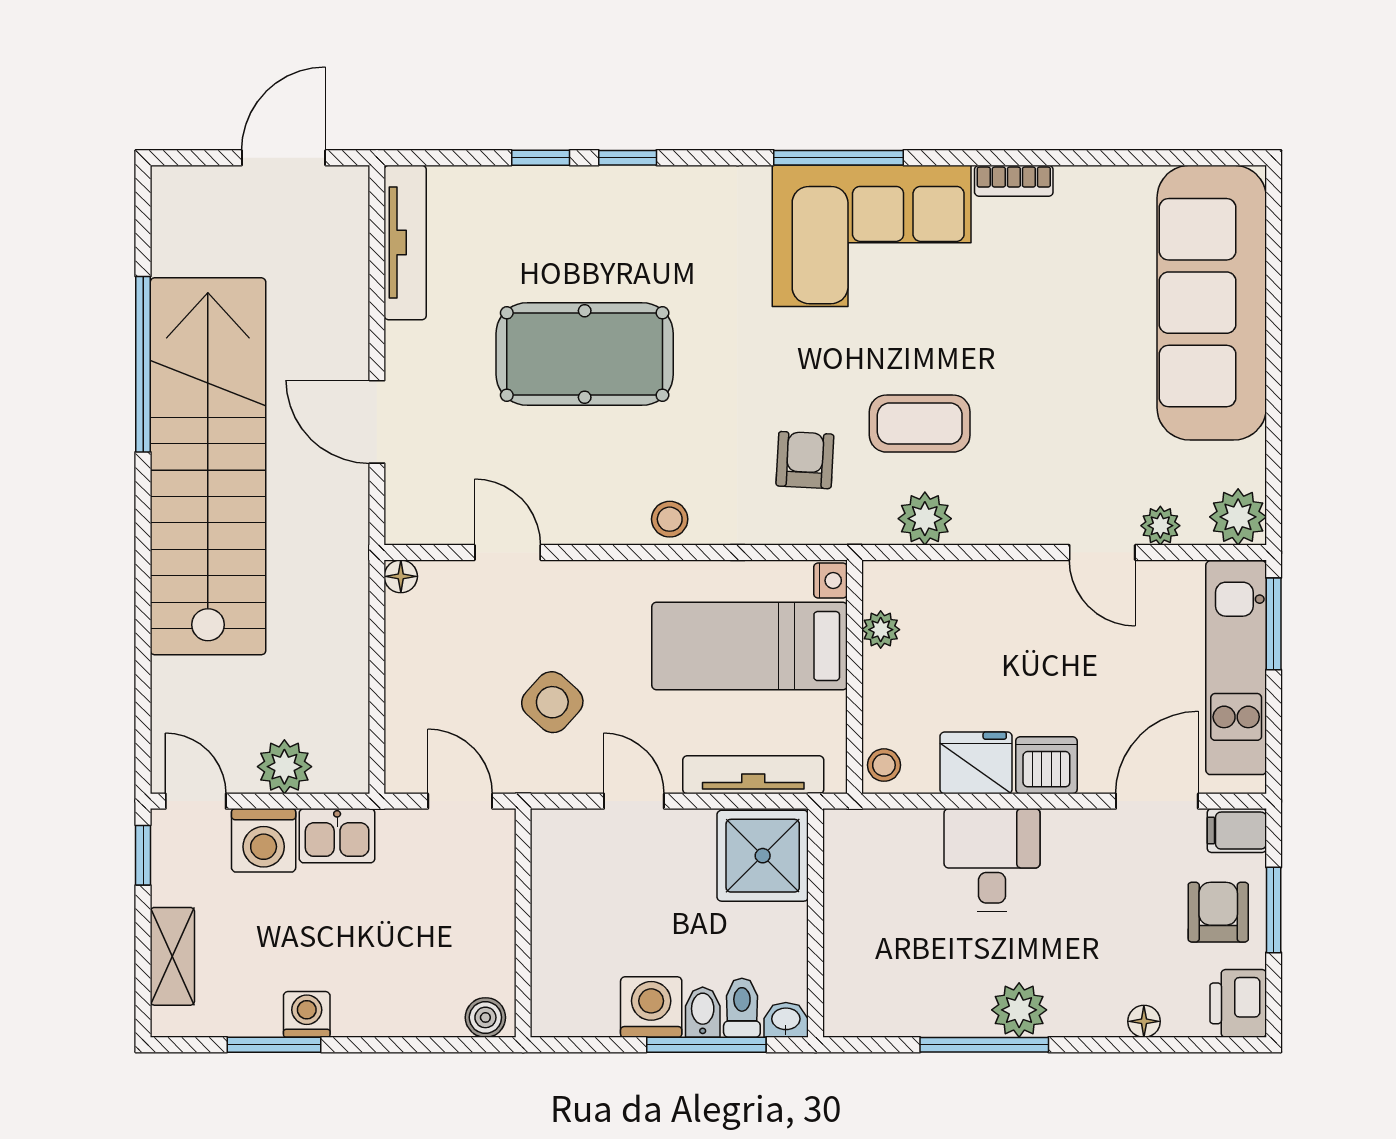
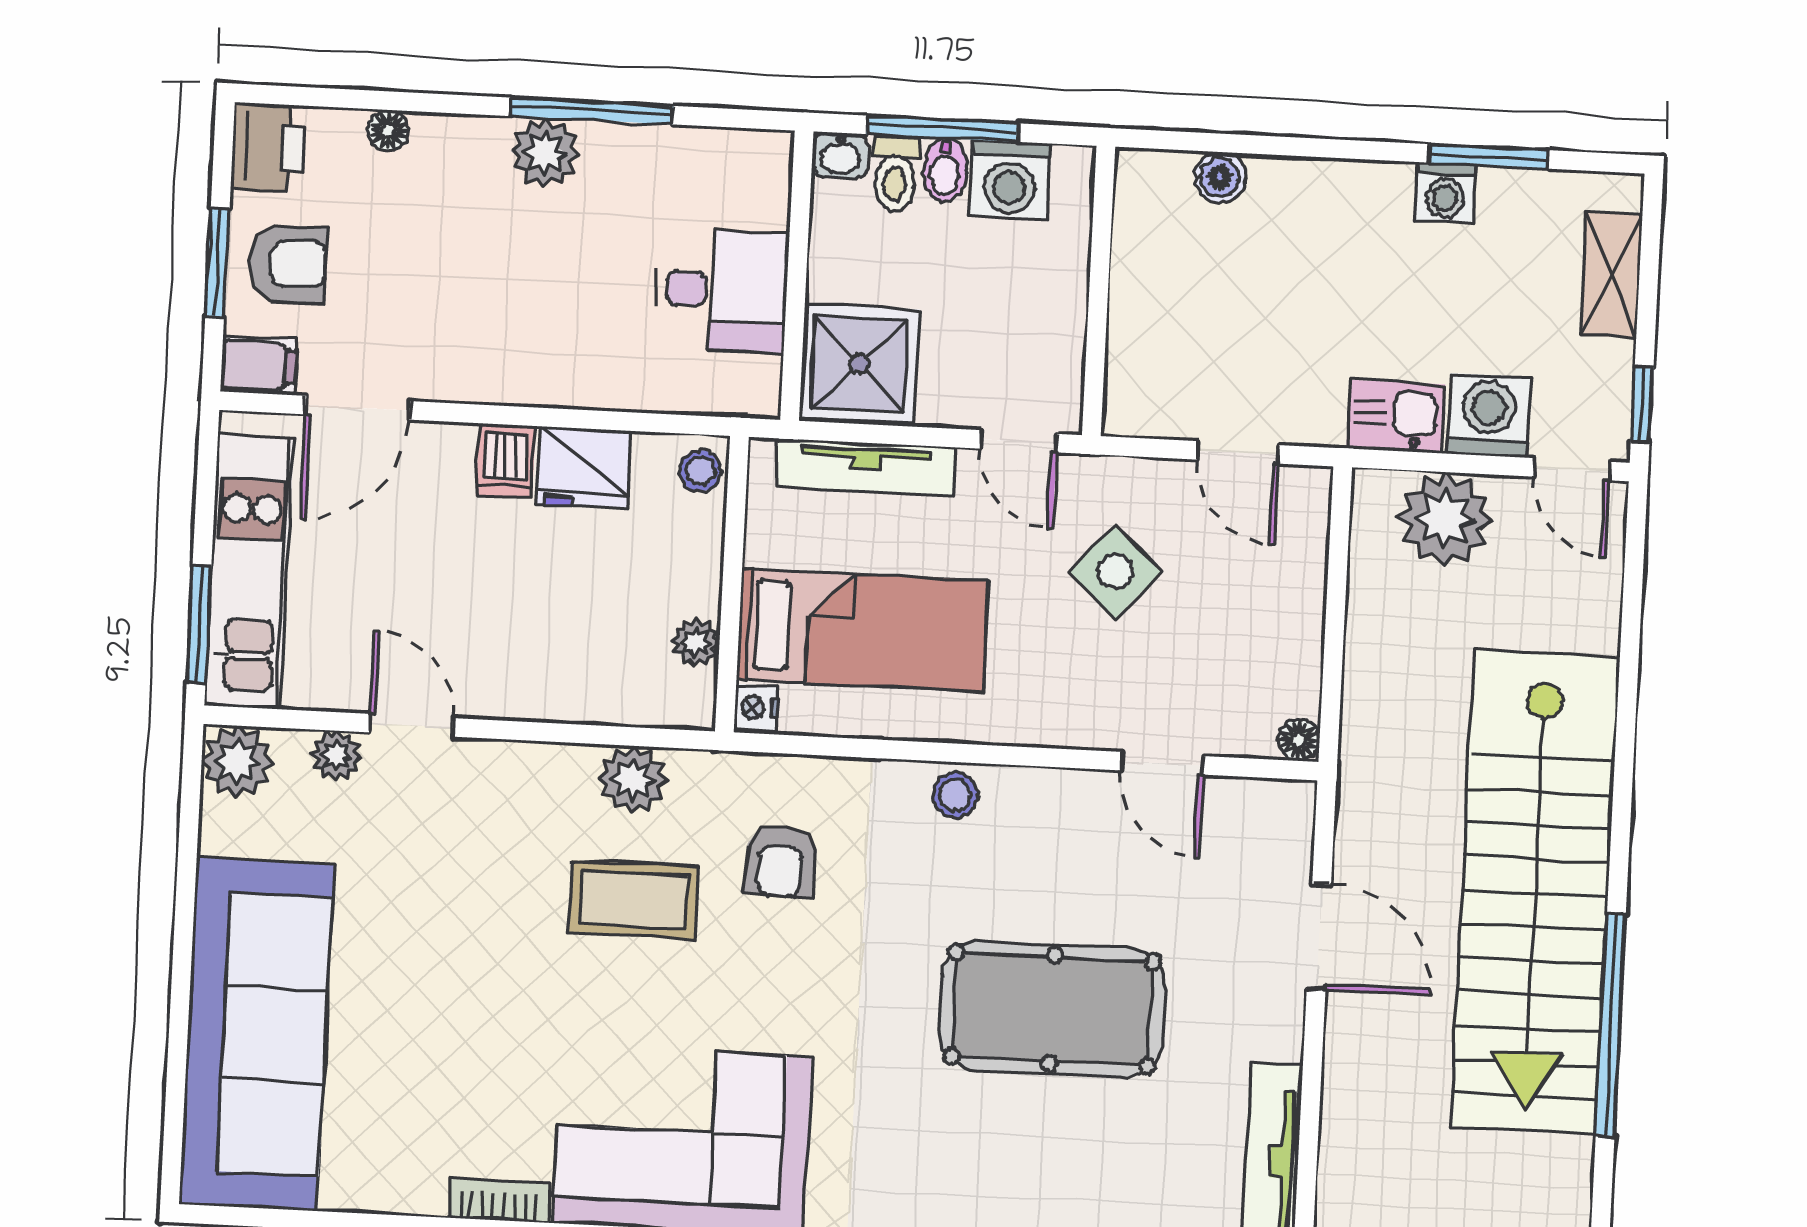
dishwasher: (1046, 765) -> (506, 461), width x0.73
plant: (284, 767) -> (1445, 519), width x1.36, depth x1.36
desk: (992, 860) -> (722, 290), moved, turned -90
armchair: (1218, 912) -> (287, 264), turned -90
wall: (523, 923) -> (1099, 291), moved

